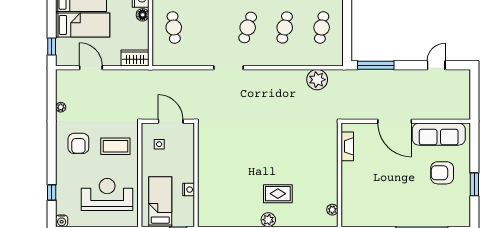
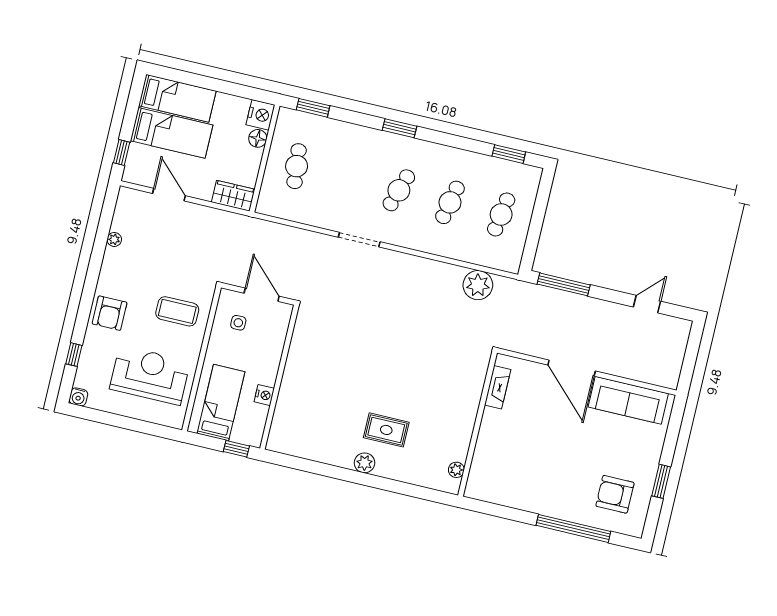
armchair: (78, 143) -> (110, 313), moved
armchair: (442, 173) -> (615, 494), moved

